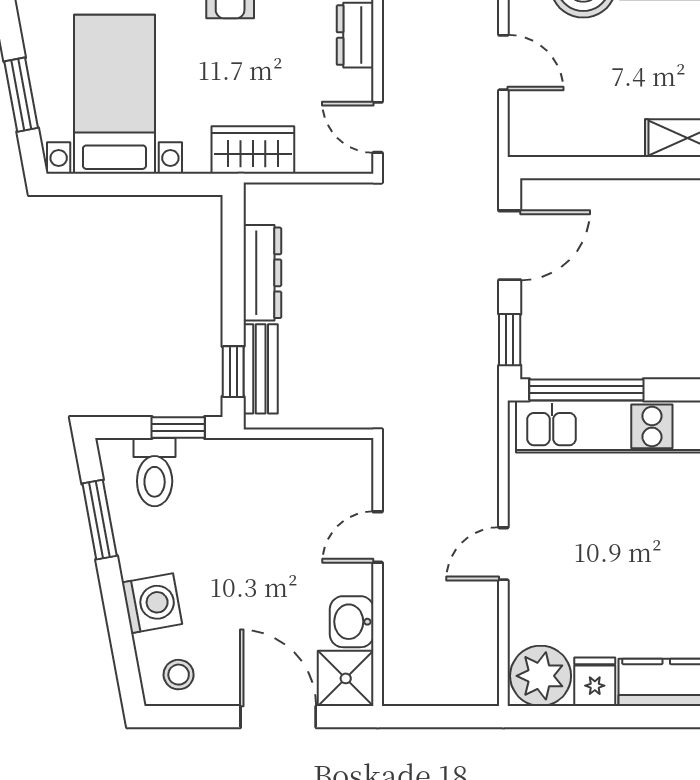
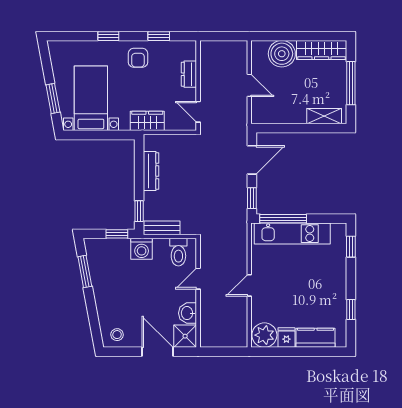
bench: (261, 369) -> (162, 228), moved, turned 90
toilet: (155, 472) -> (178, 252), moved
washing machine: (152, 603) -> (142, 249), moved, turned 100

